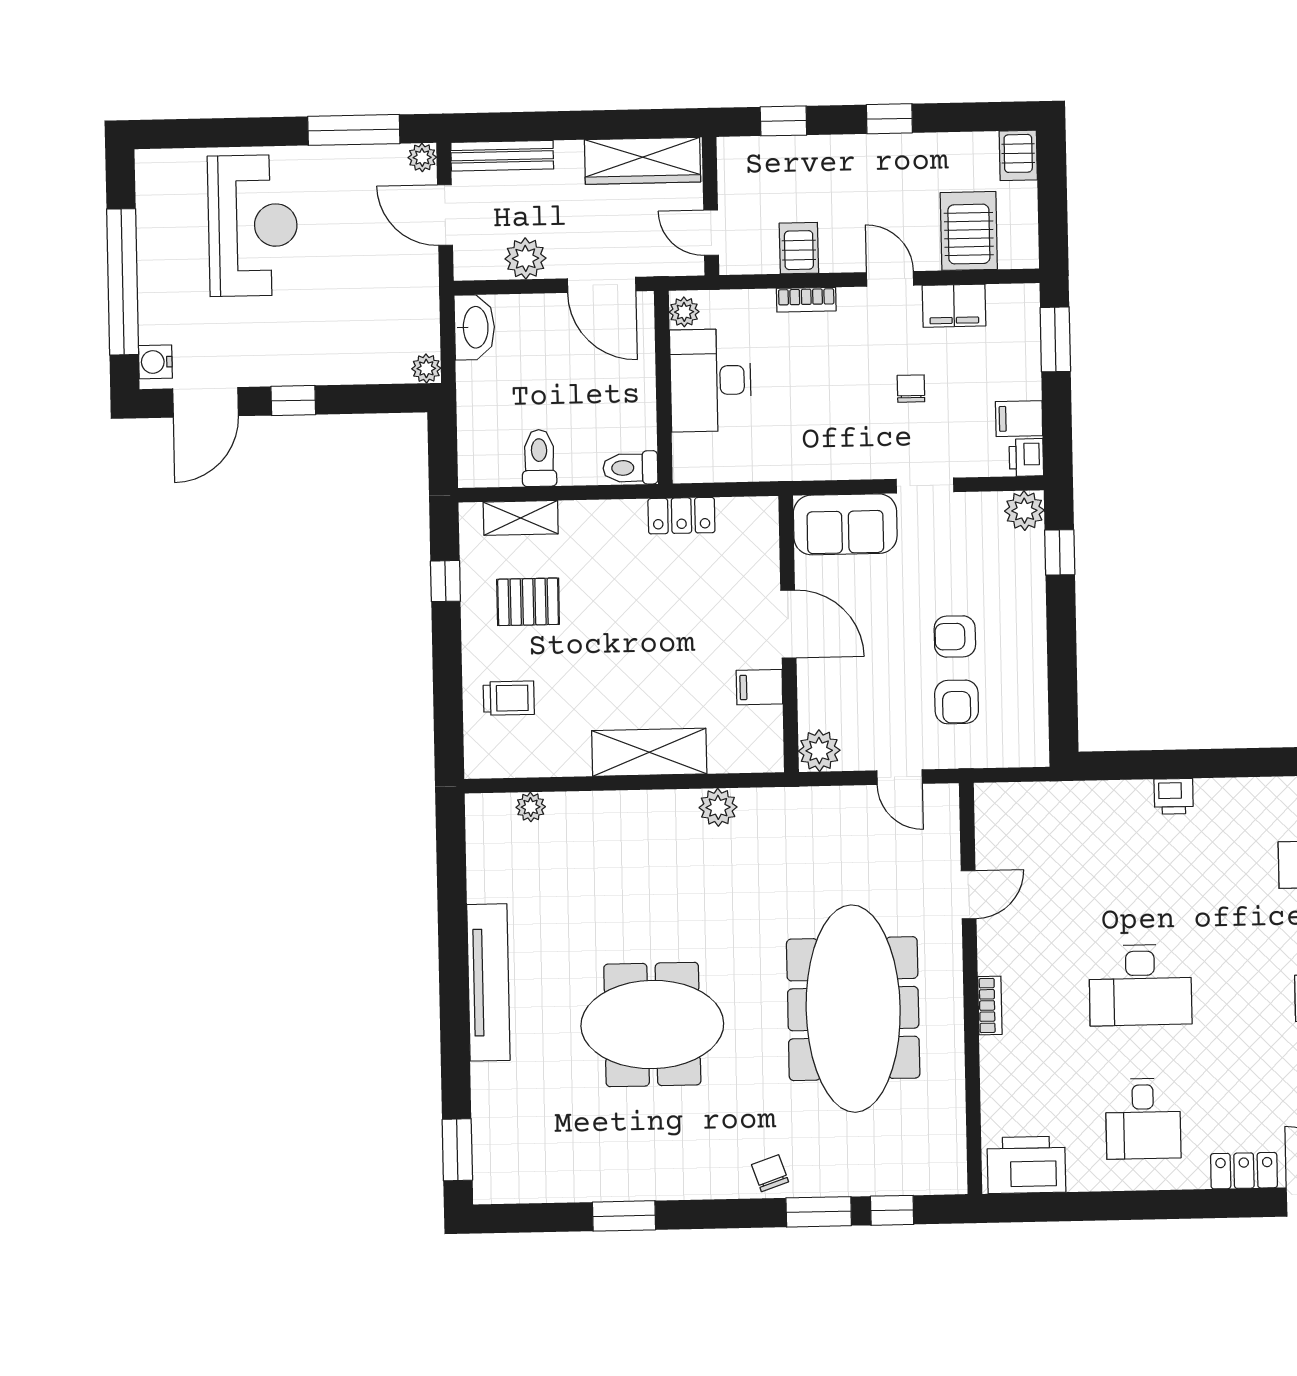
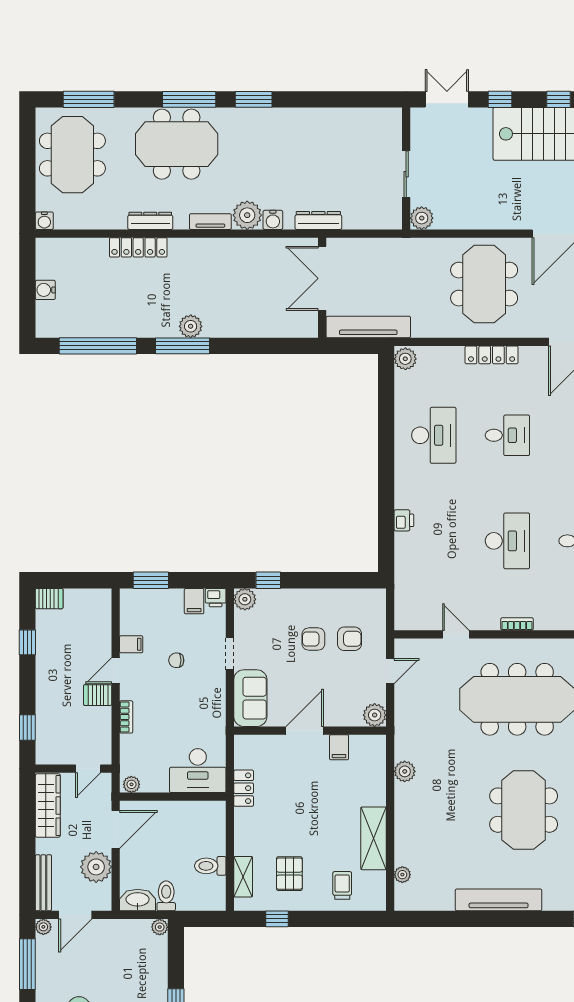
window: (889, 119) -> (27, 642), moved
server rack: (969, 231) -> (90, 627), removed
server rack: (799, 248) -> (98, 695), moved
plant: (525, 258) -> (96, 867), width x1.36, depth x1.36
filing cabinet: (954, 306) -> (131, 644), width x0.50
desk: (711, 380) -> (198, 771), moved
toilet: (630, 468) -> (166, 896), moved, turned 180
armchair: (955, 637) -> (313, 639), turned 90
shelving: (649, 752) -> (374, 838), moved

